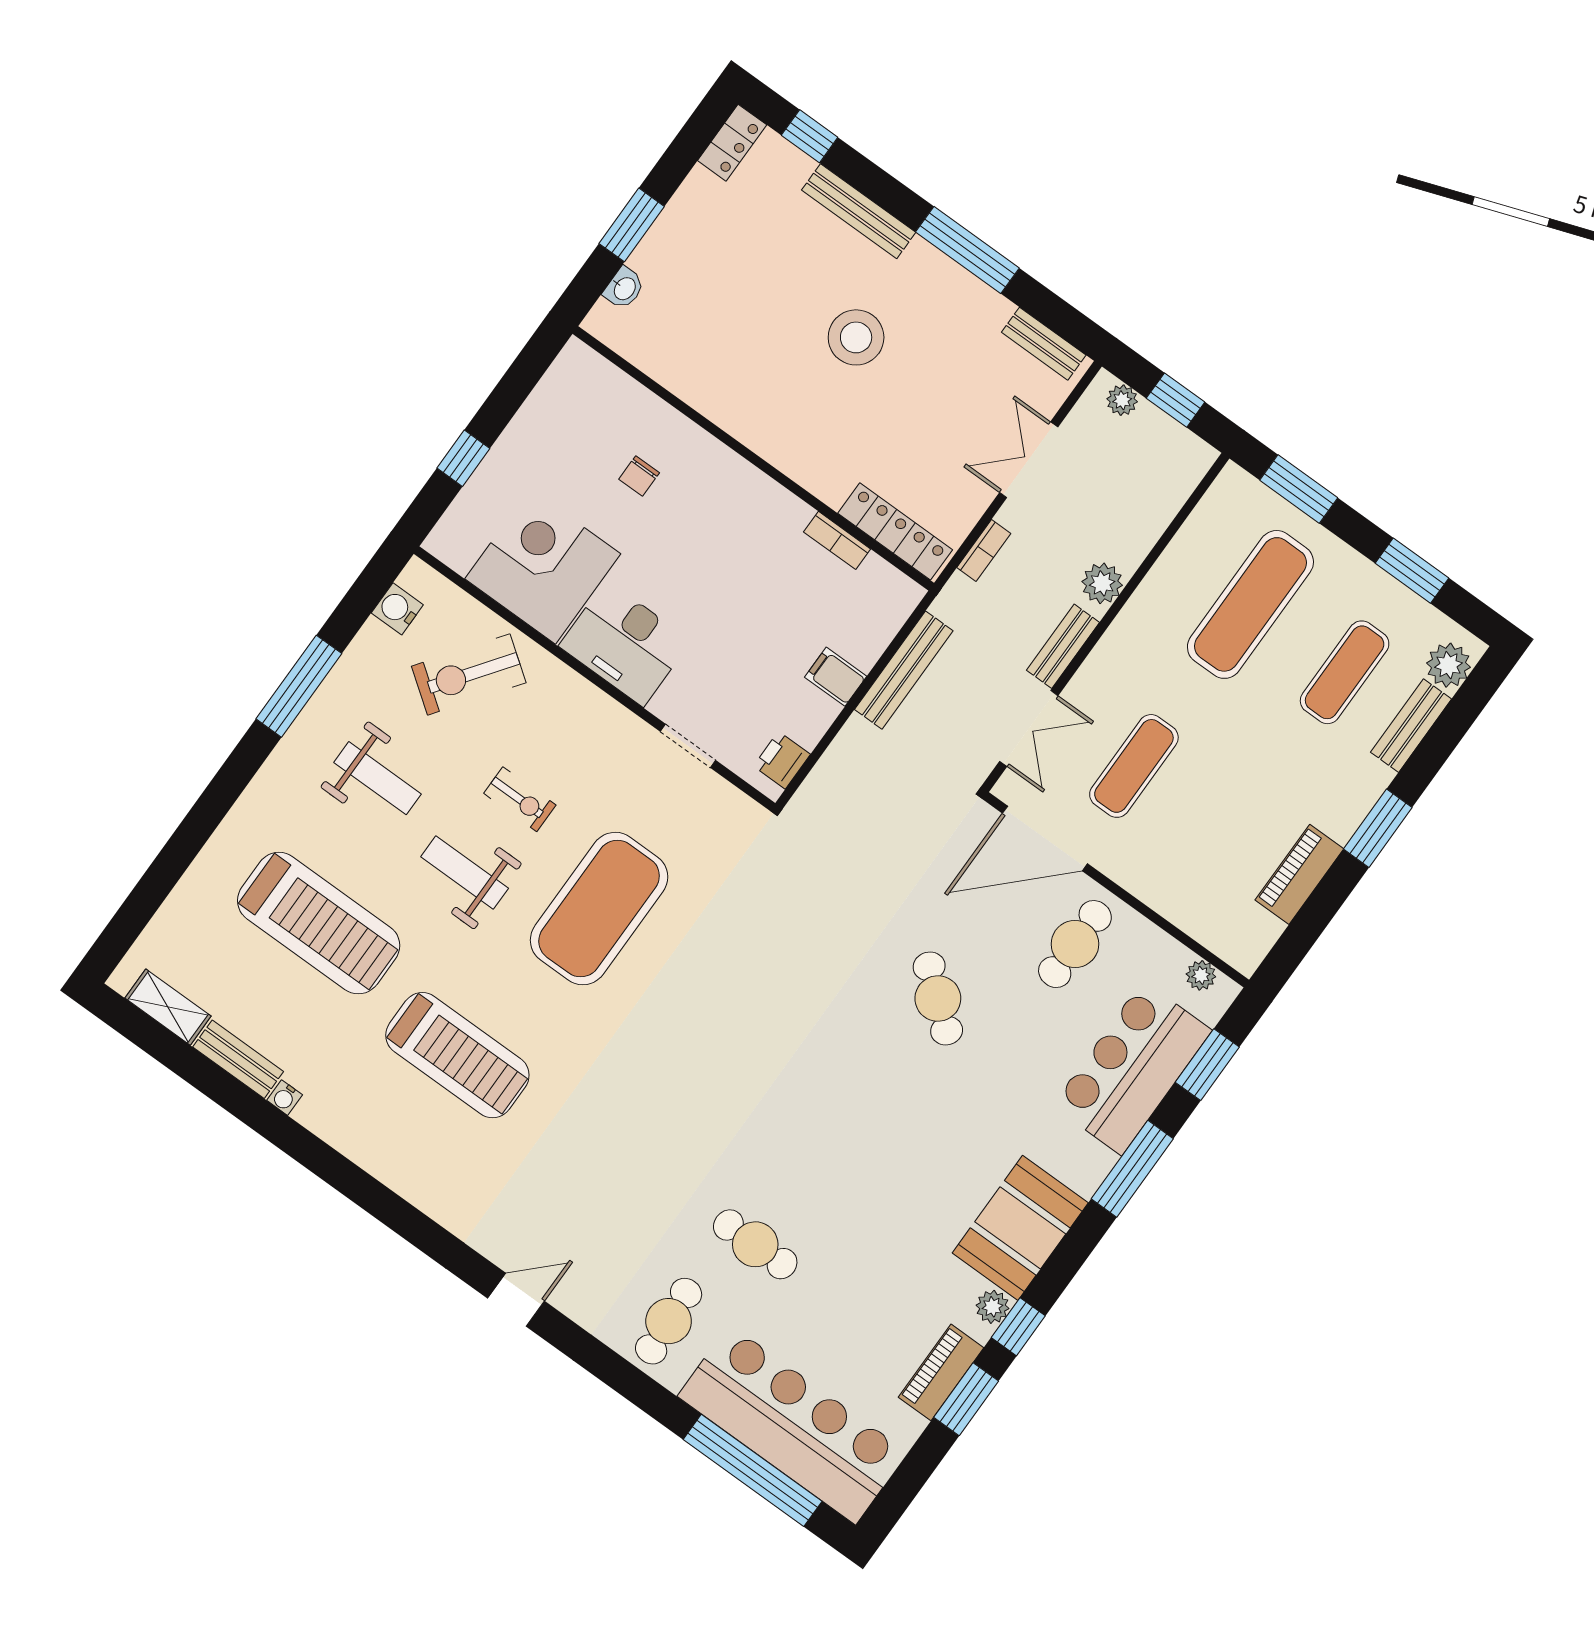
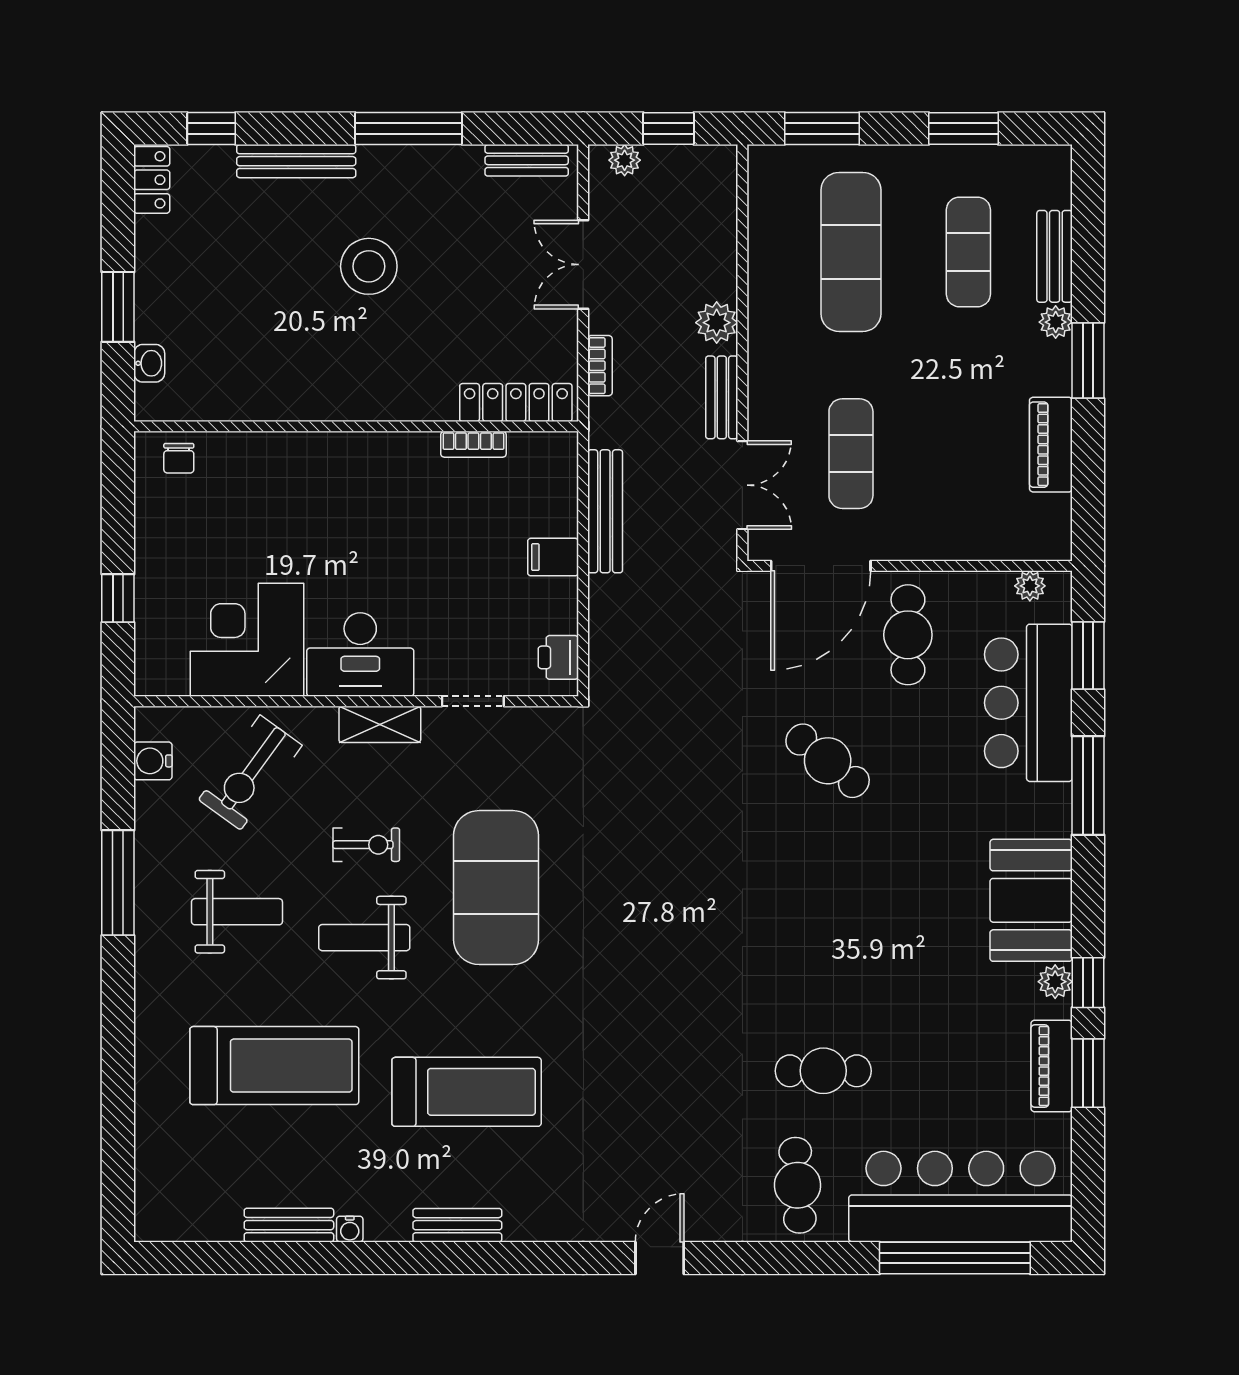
chair: (639, 476) -> (179, 458), moved
plant: (1448, 665) -> (1056, 322), moved, width x0.73, depth x0.73
shelving: (168, 1007) -> (380, 724), moved
bench: (373, 1157) -> (457, 1225), added

